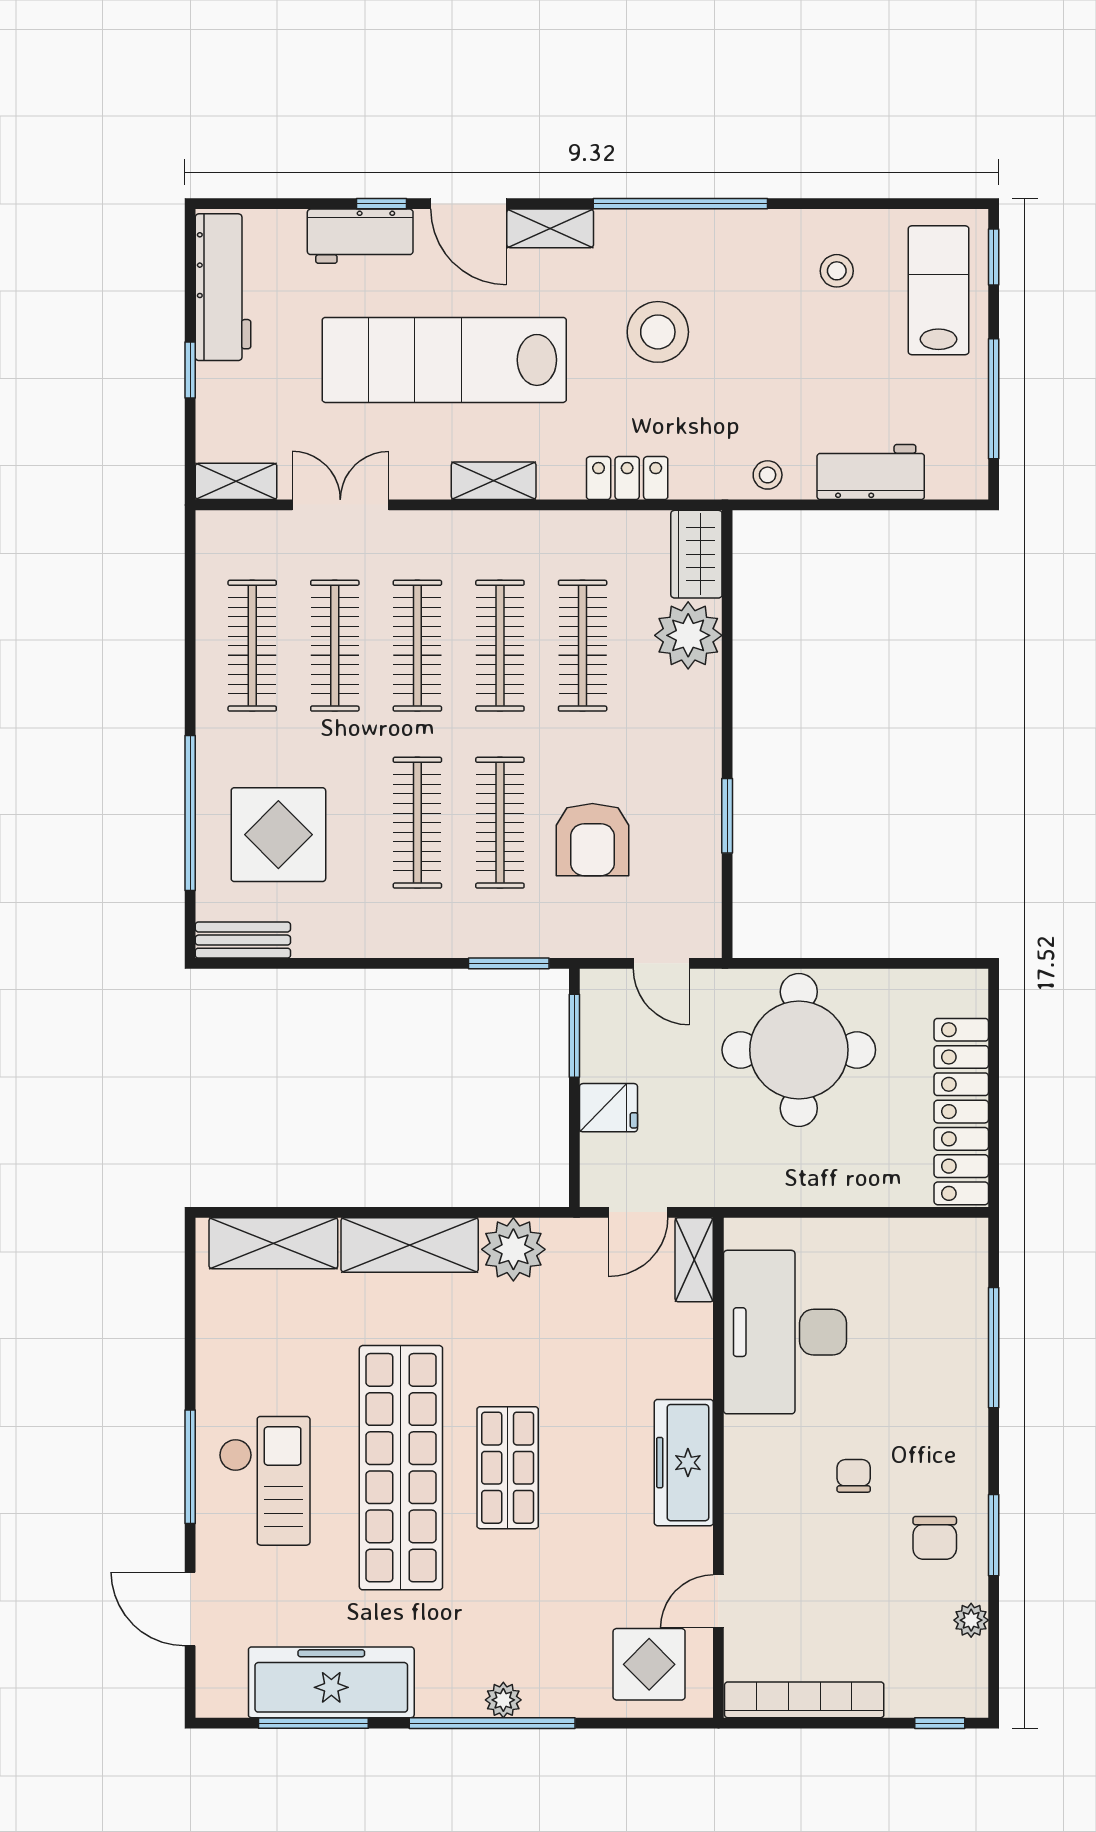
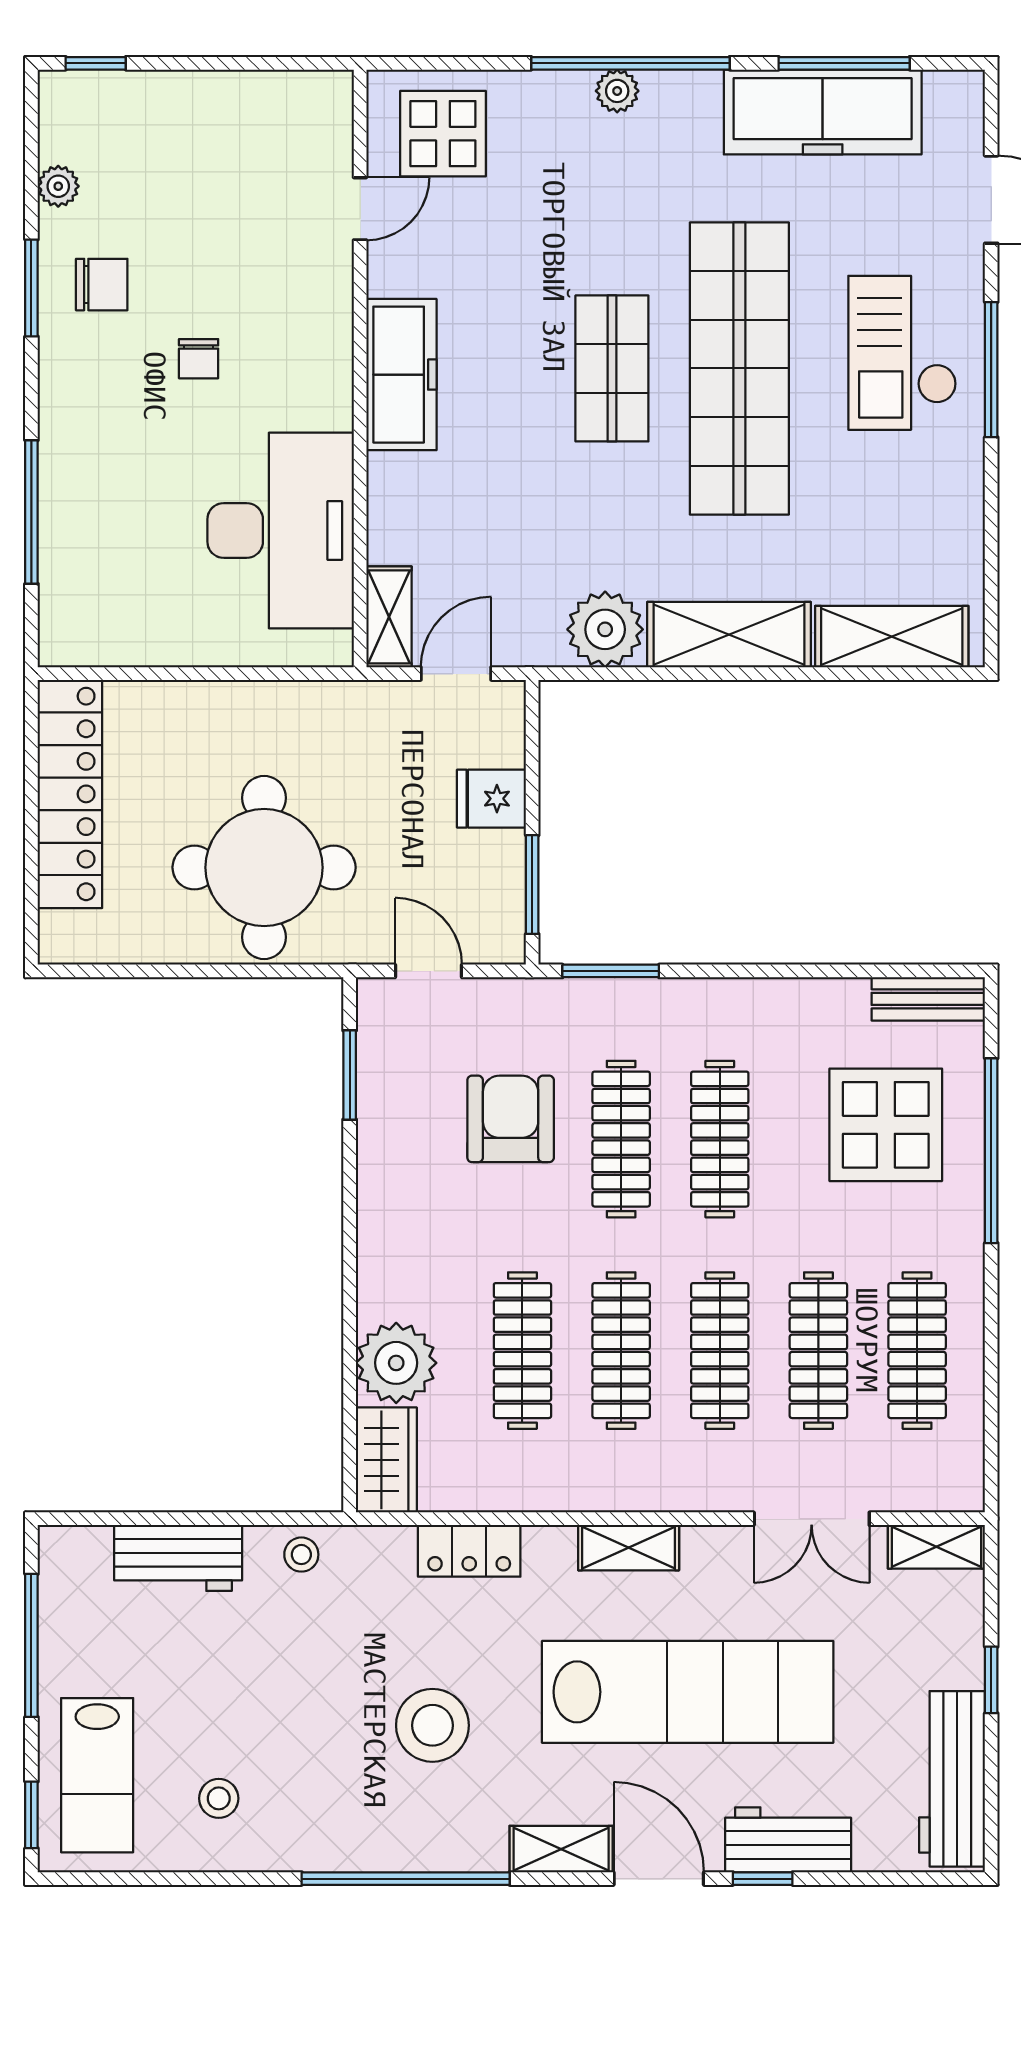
window: (727, 816) -> (350, 1075), moved
chair: (935, 1538) -> (102, 285), turned 90
bookcase: (804, 1700) -> (258, 91), removed

